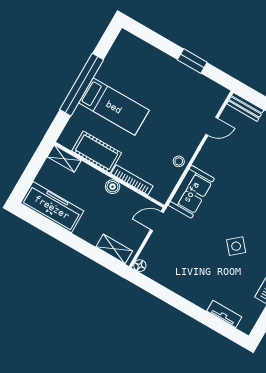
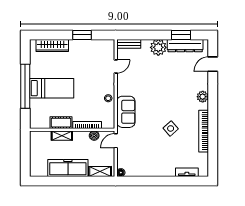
wardrobe: (146, 53) -> (52, 45), added
cot: (97, 152) -> (61, 123), width x0.73, depth x0.75
shelving: (64, 159) -> (62, 136), moved
boiler: (113, 187) -> (94, 136), moved
freezer: (52, 207) -> (68, 168), moved

